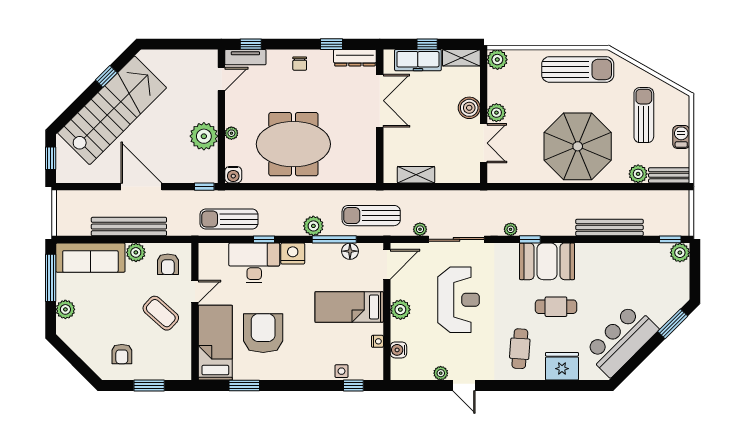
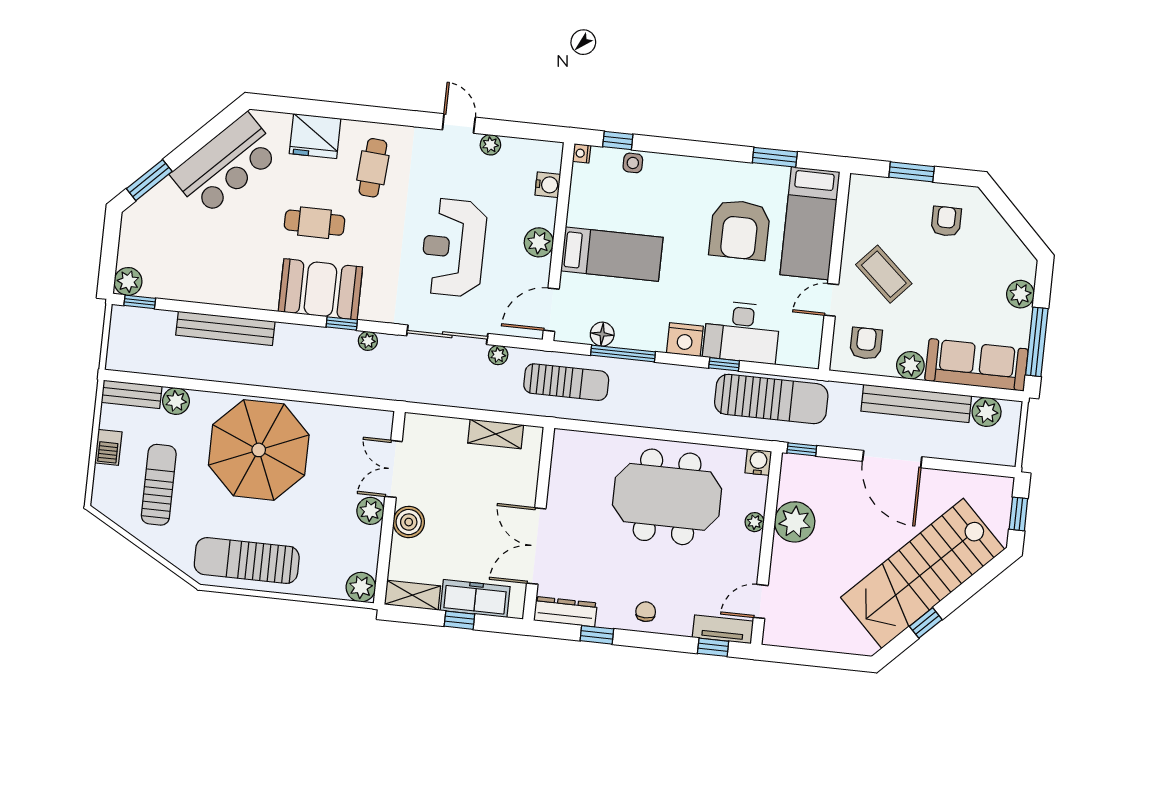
sun lounger: (644, 115) -> (159, 485), turned 180
sun lounger: (229, 219) -> (771, 399), width x1.36, depth x1.34
plant: (313, 226) -> (987, 412), moved
nightstand: (377, 341) -> (582, 153), moved

